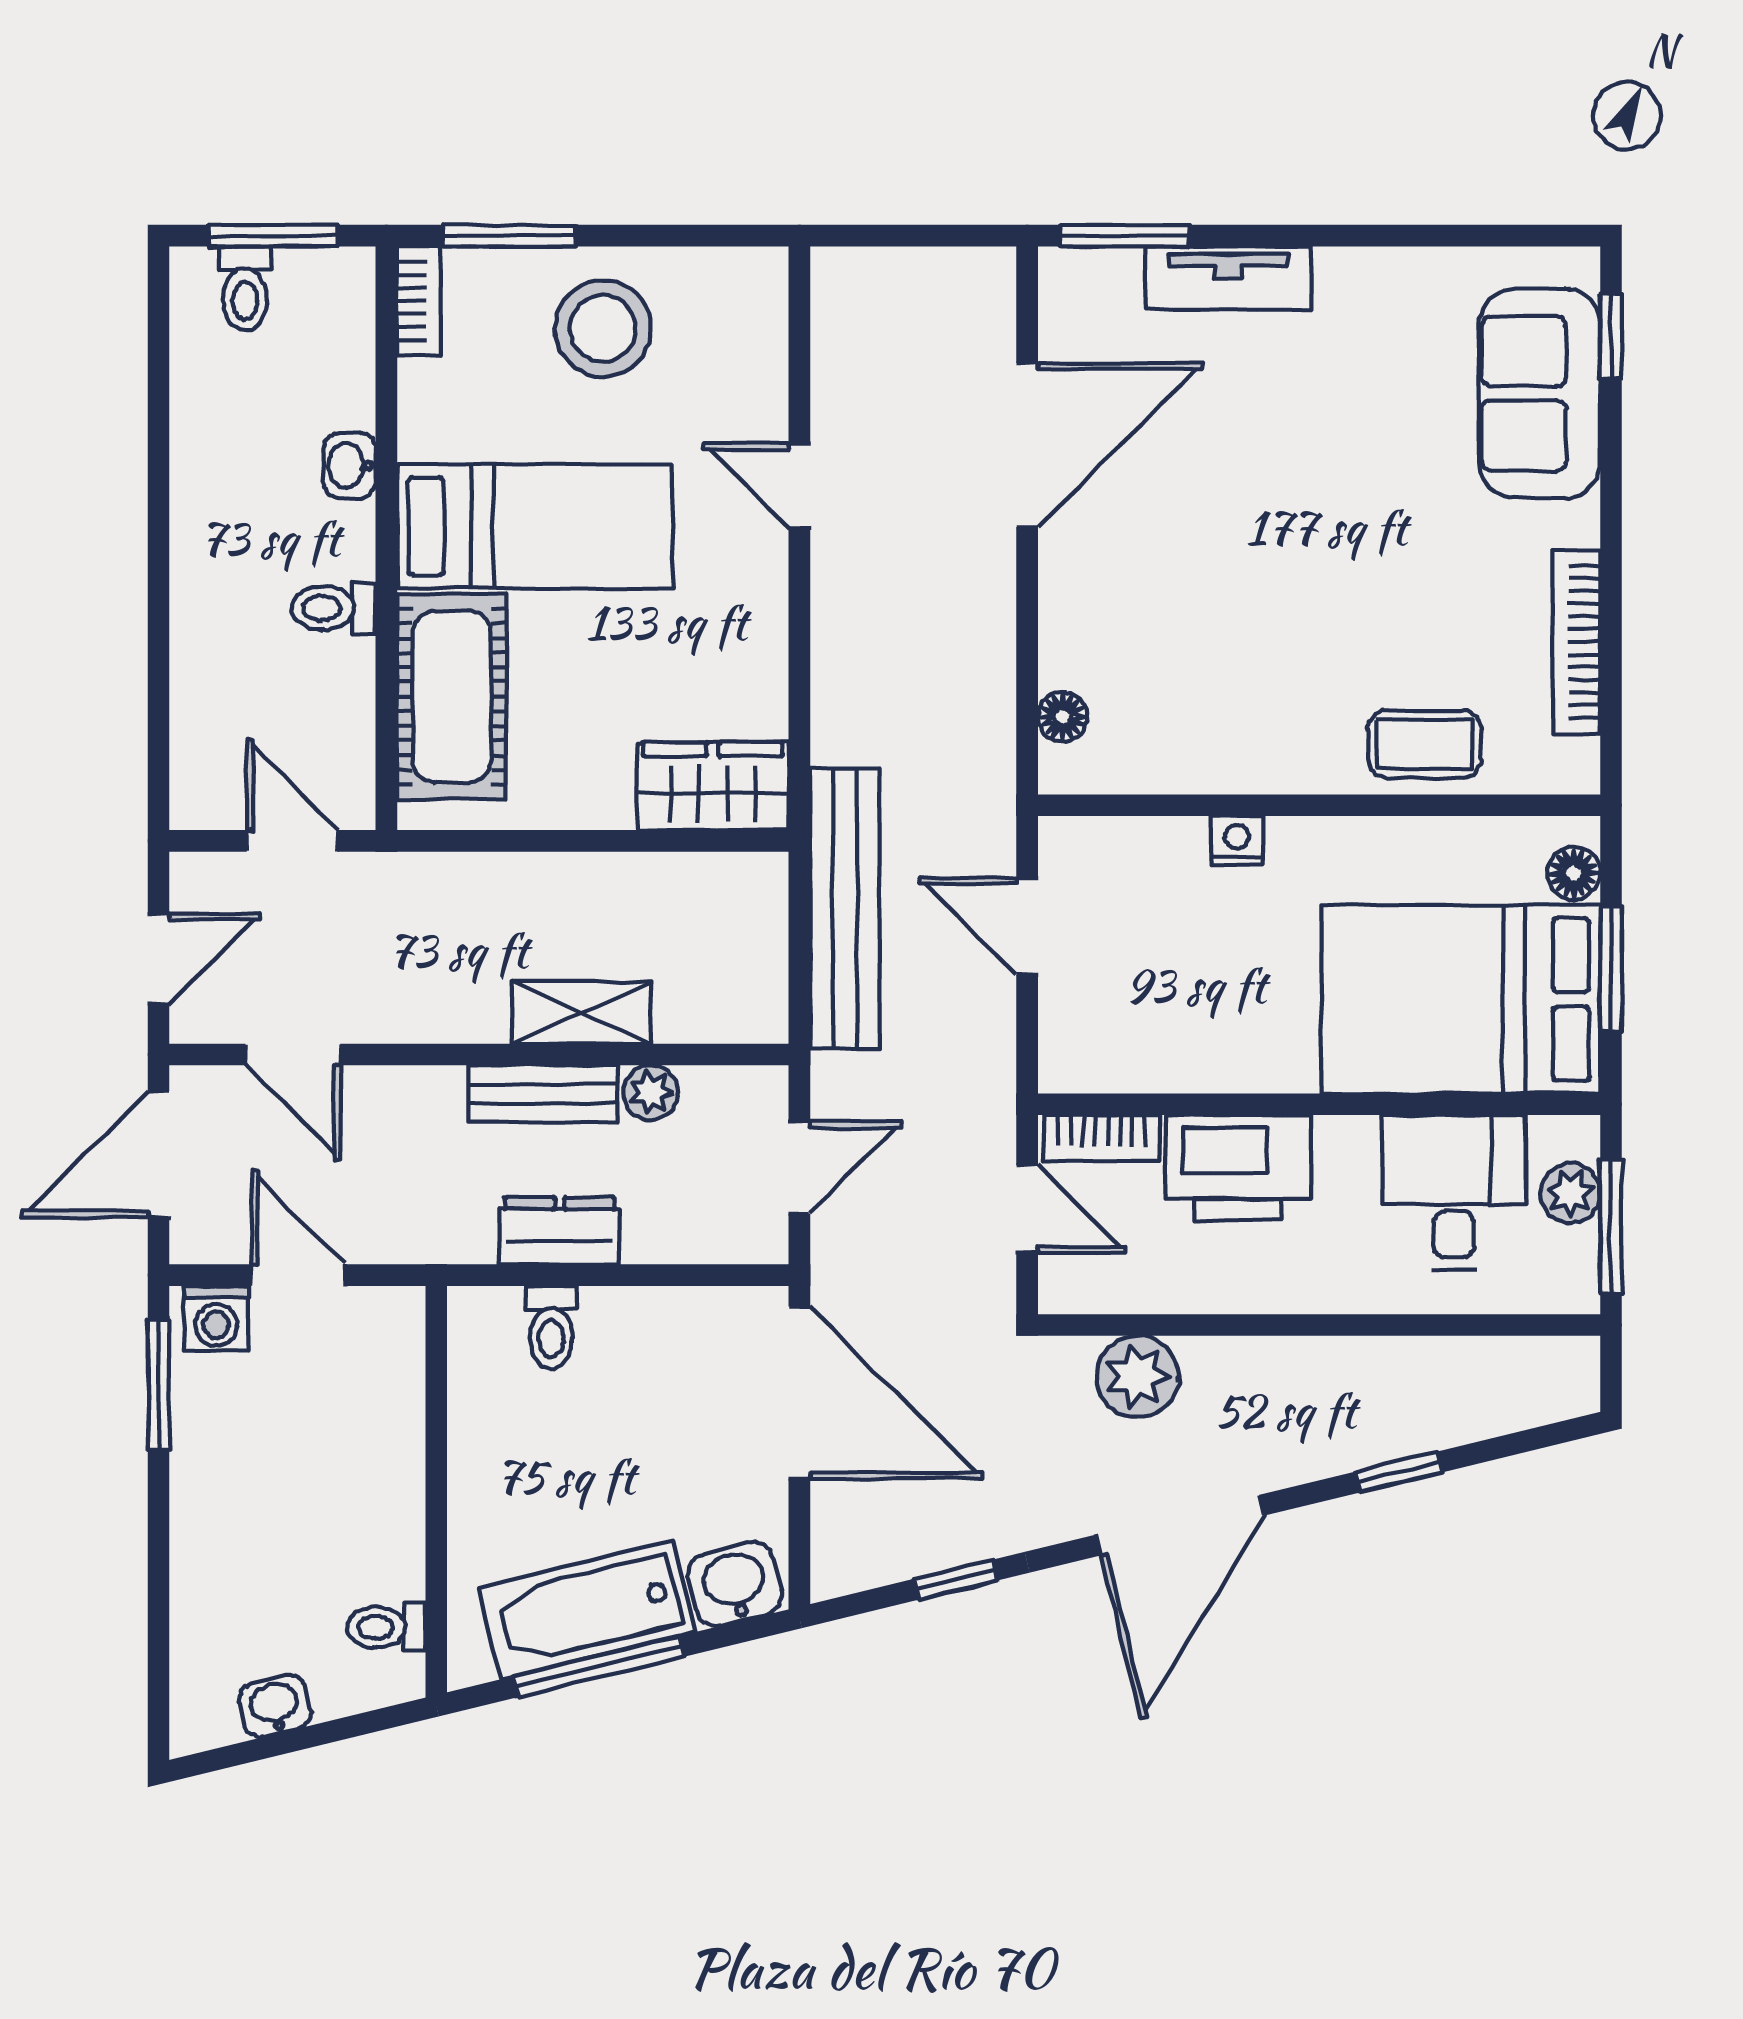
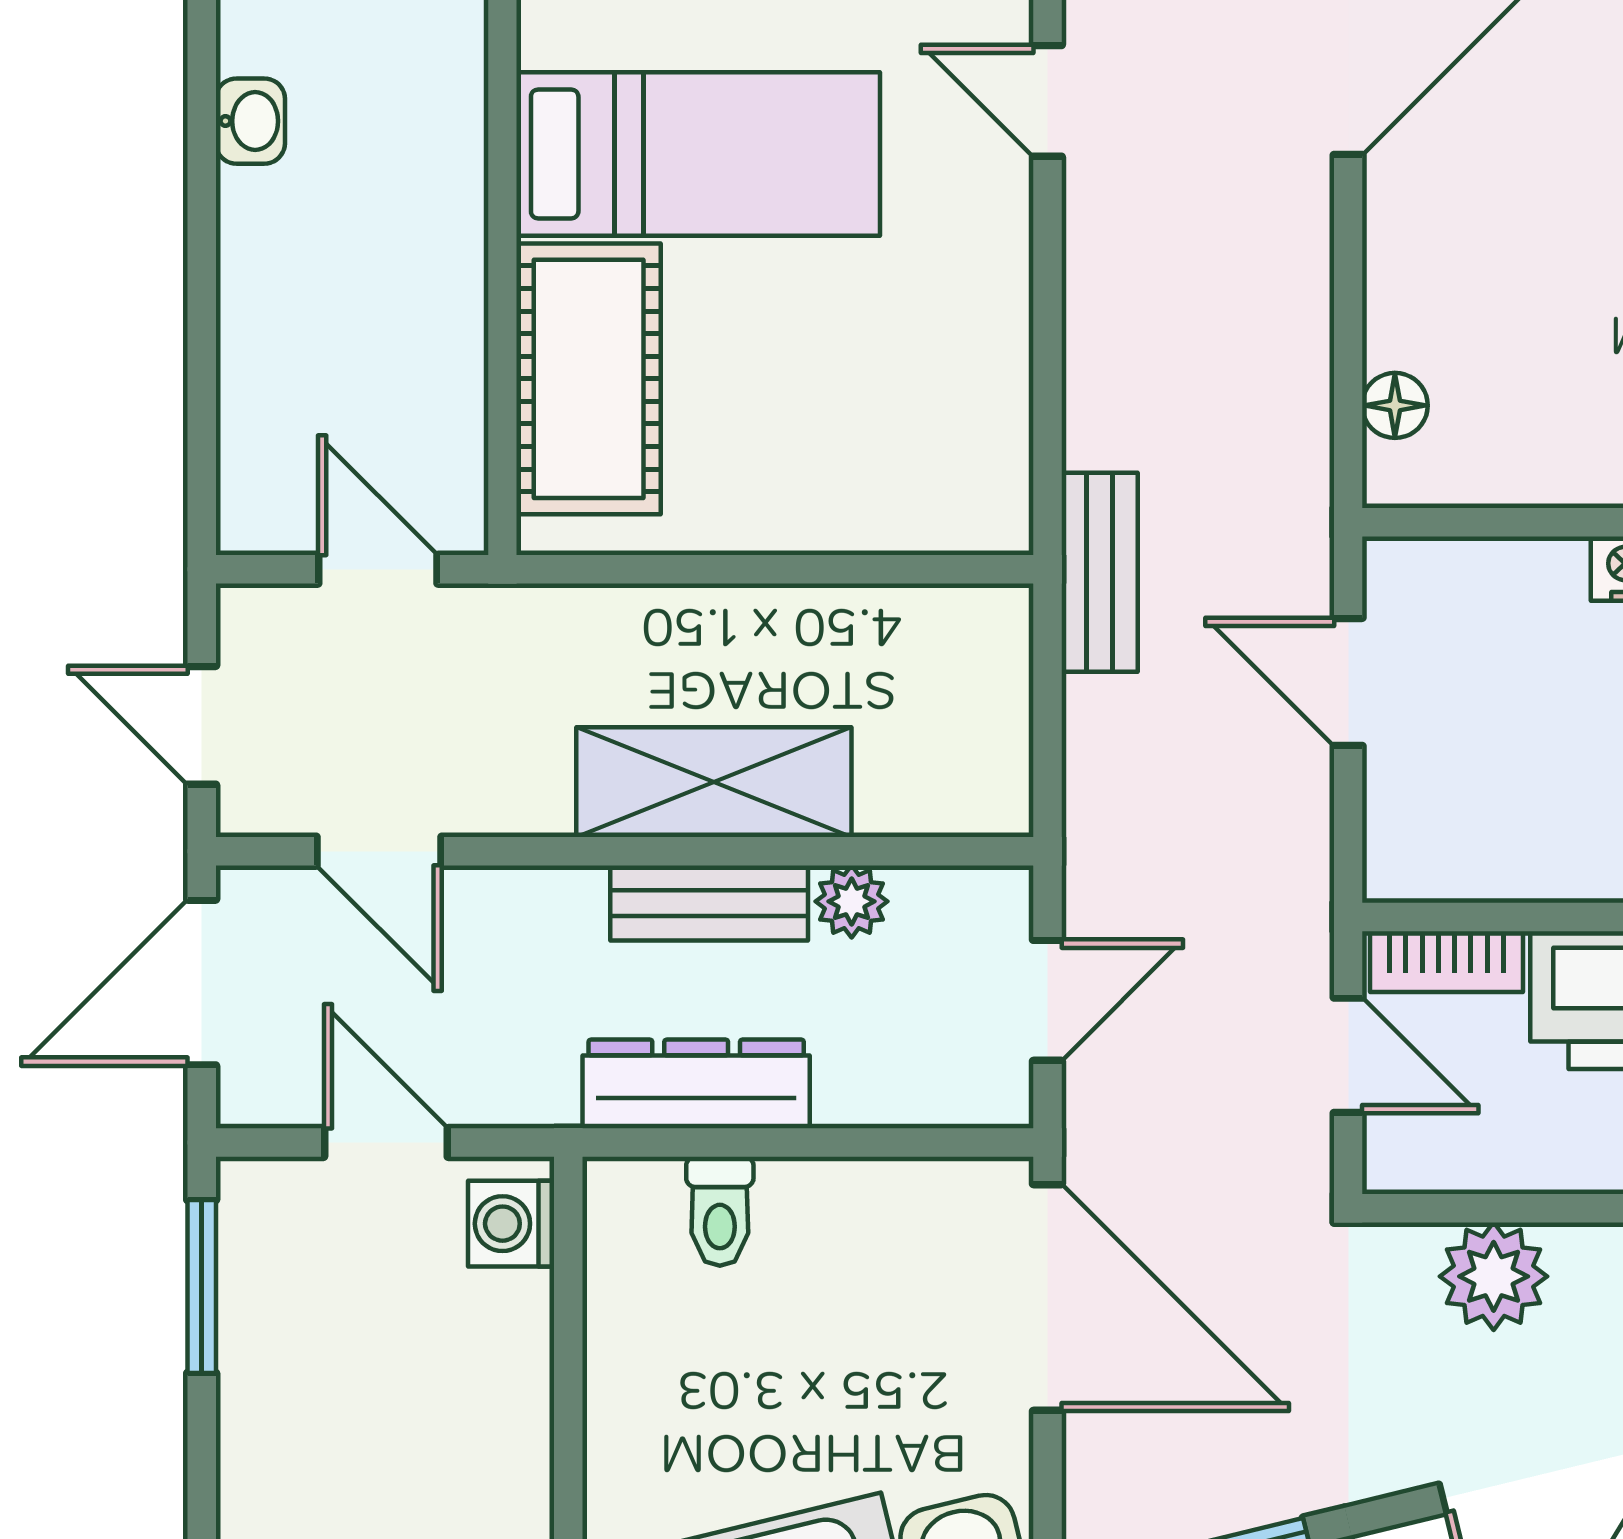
washbasin: (350, 465) -> (250, 121), moved, turned 180
toilet: (334, 608) -> (433, 262), removed
wardrobe: (713, 786) -> (933, 497), removed
bench: (845, 908) -> (1100, 572), width x0.54, depth x0.82
door: (159, 959) -> (202, 725), swing flipped
shelving: (581, 1013) -> (714, 782), width x1.50, depth x1.33
dresser: (559, 1231) -> (696, 1084), width x1.44
washing machine: (216, 1318) -> (511, 1224), moved, turned 90

